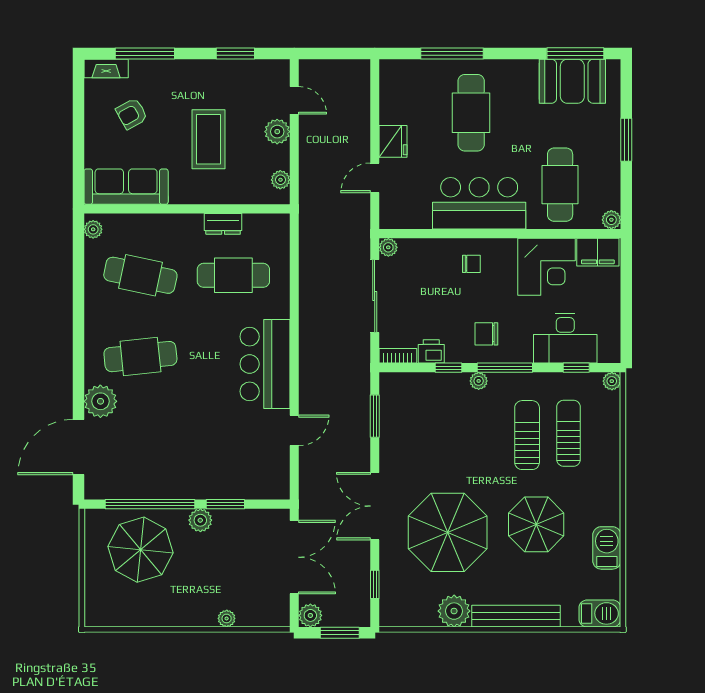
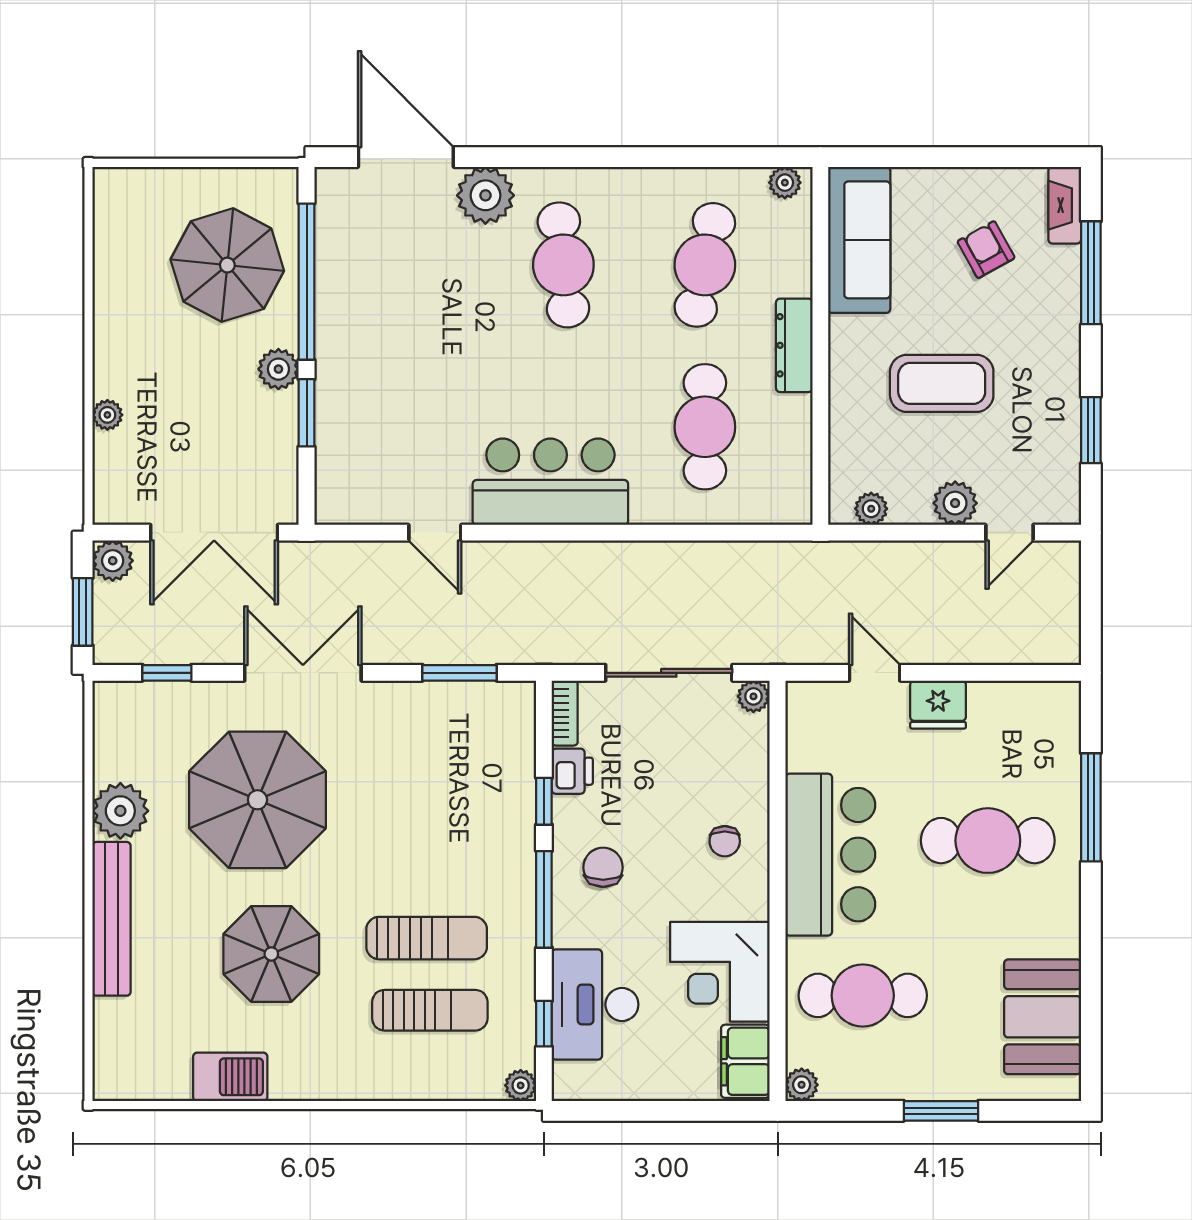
window: (575, 54) -> (1091, 1022), removed
dresser: (223, 224) -> (794, 345), moved, width x1.44
plant: (479, 381) -> (521, 854), removed
barbecue: (600, 613) -> (116, 1065), removed

